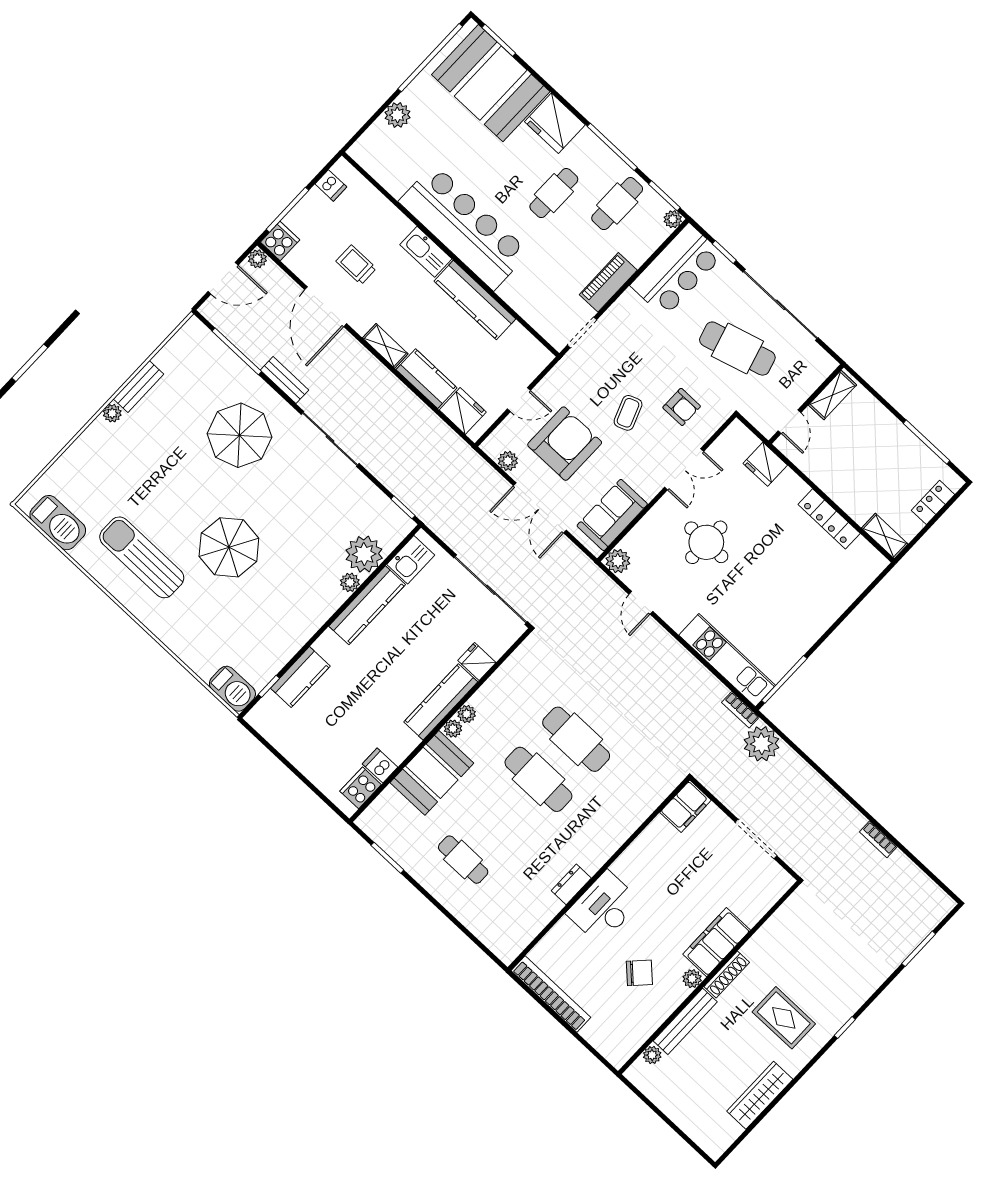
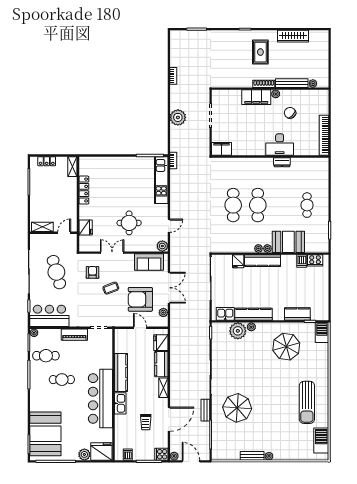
fridge: (555, 123) -> (101, 451), moved, turned -90
parasol: (229, 547) -> (286, 347), moved
plant: (762, 744) -> (178, 117), moved

